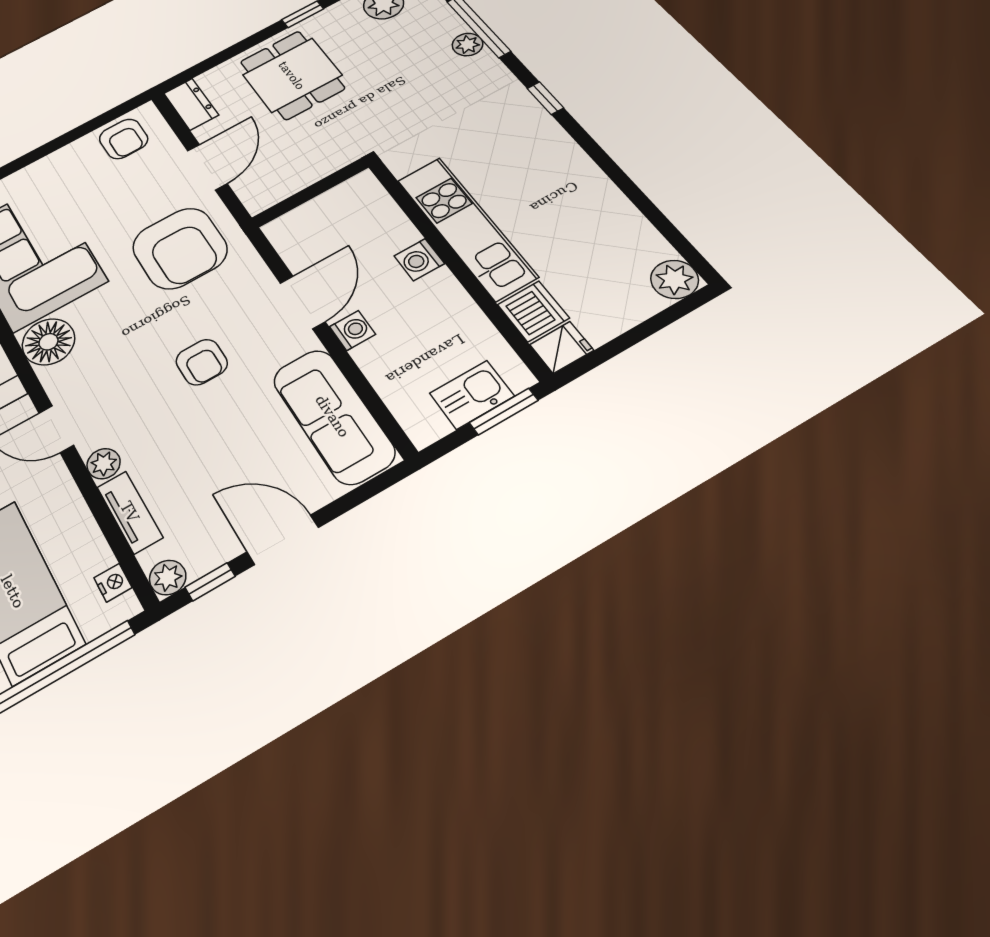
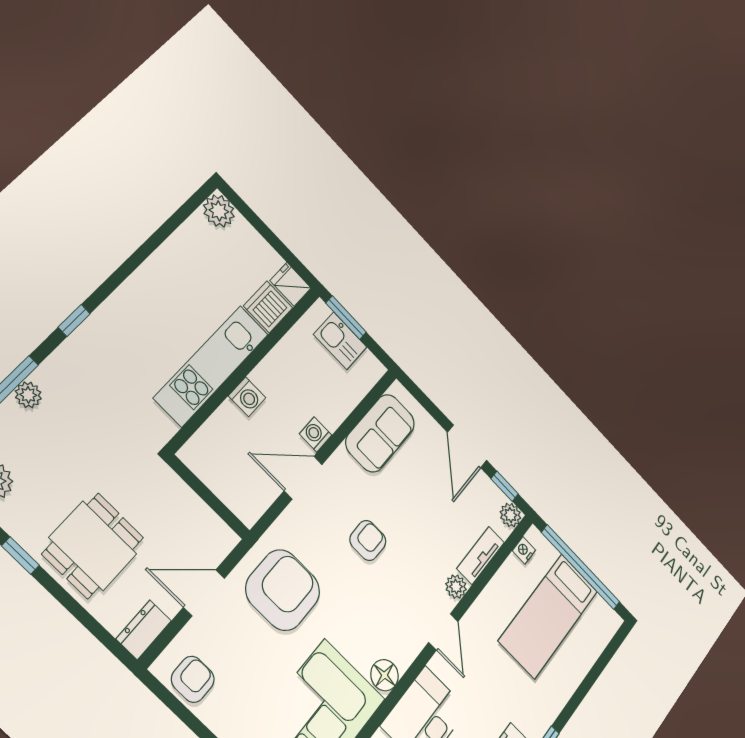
floor lamp: (48, 342) -> (385, 675), width x0.73, depth x0.73
sofa: (333, 416) -> (380, 433), width x0.73

